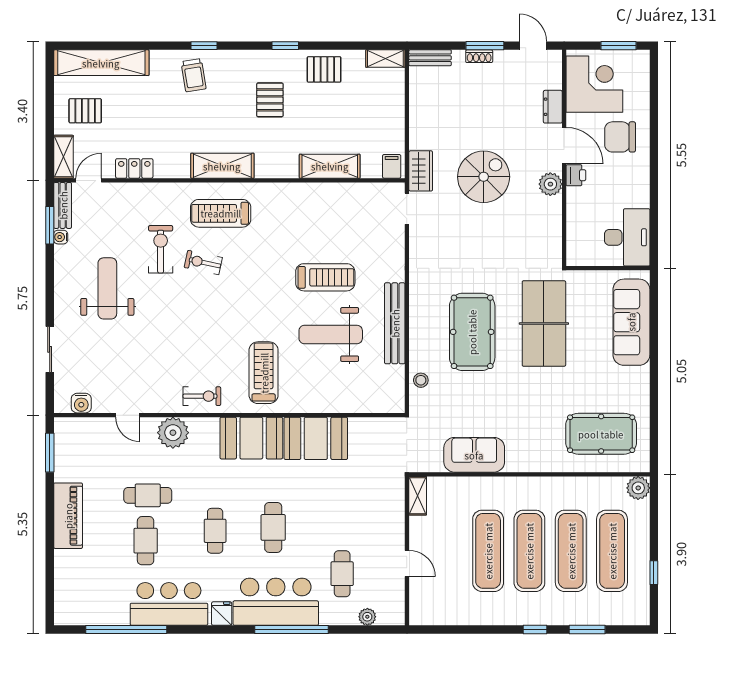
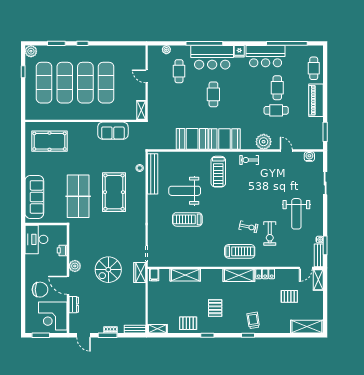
shelving: (101, 63) -> (307, 327), width x0.68
pallet: (85, 111) -> (289, 296), moved
locker: (134, 168) -> (265, 274), moved
printer: (576, 175) -> (62, 250), moved
bench: (395, 323) -> (153, 174), moved
weight bench: (331, 335) -> (185, 191), turned 180
plant: (638, 488) -> (31, 51), moved
cafe table: (215, 531) -> (314, 68), moved

